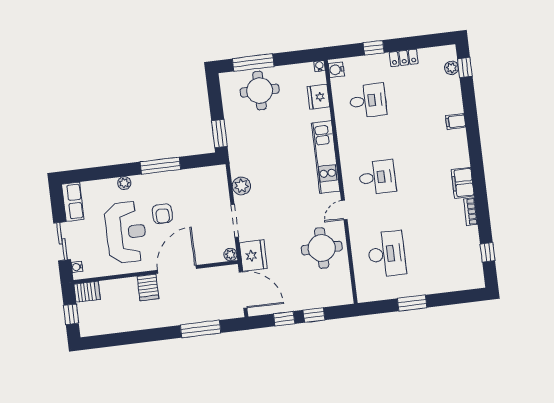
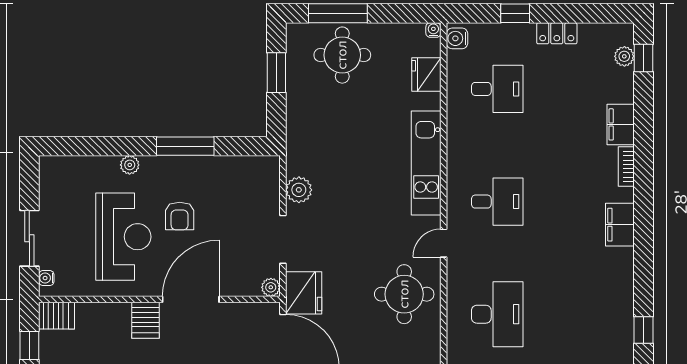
filing cabinet: (456, 121) -> (621, 124), width x2.00
window: (219, 134) -> (276, 73), moved
row of seats: (73, 202) -> (52, 183), removed
bookcase: (471, 212) -> (626, 167), moved

